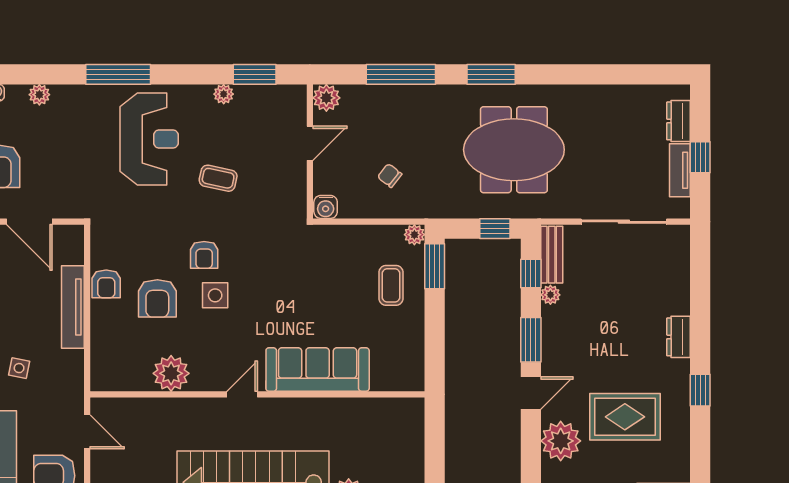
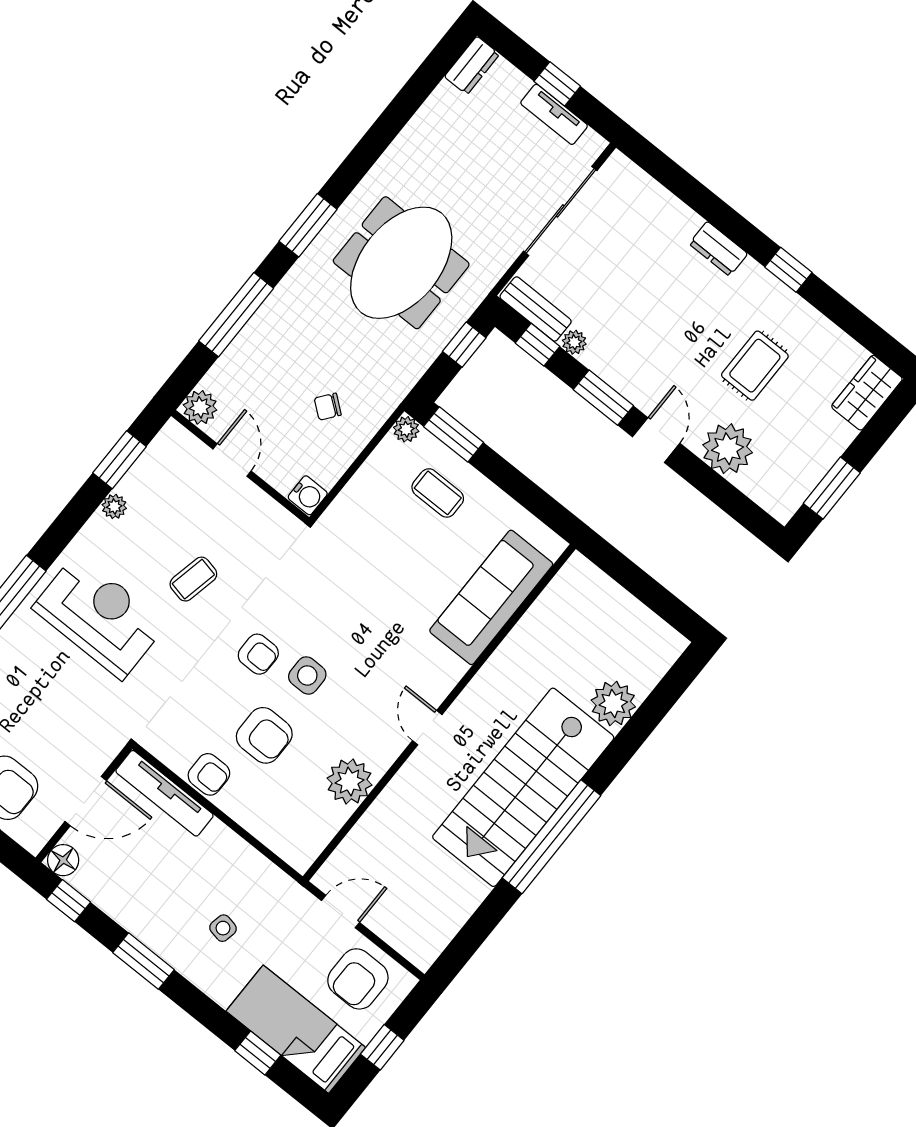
dresser: (678, 121) -> (472, 65), moved, turned -90
tv unit: (73, 307) -> (164, 793), moved
sofa: (318, 369) -> (491, 597), moved
rug: (625, 417) -> (755, 366), width x0.73, depth x0.70

